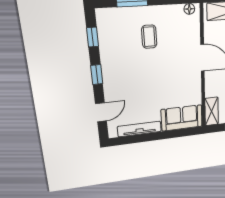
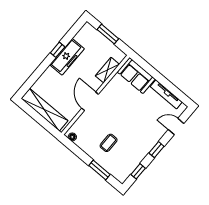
shelving: (212, 111) -> (107, 70), moved

